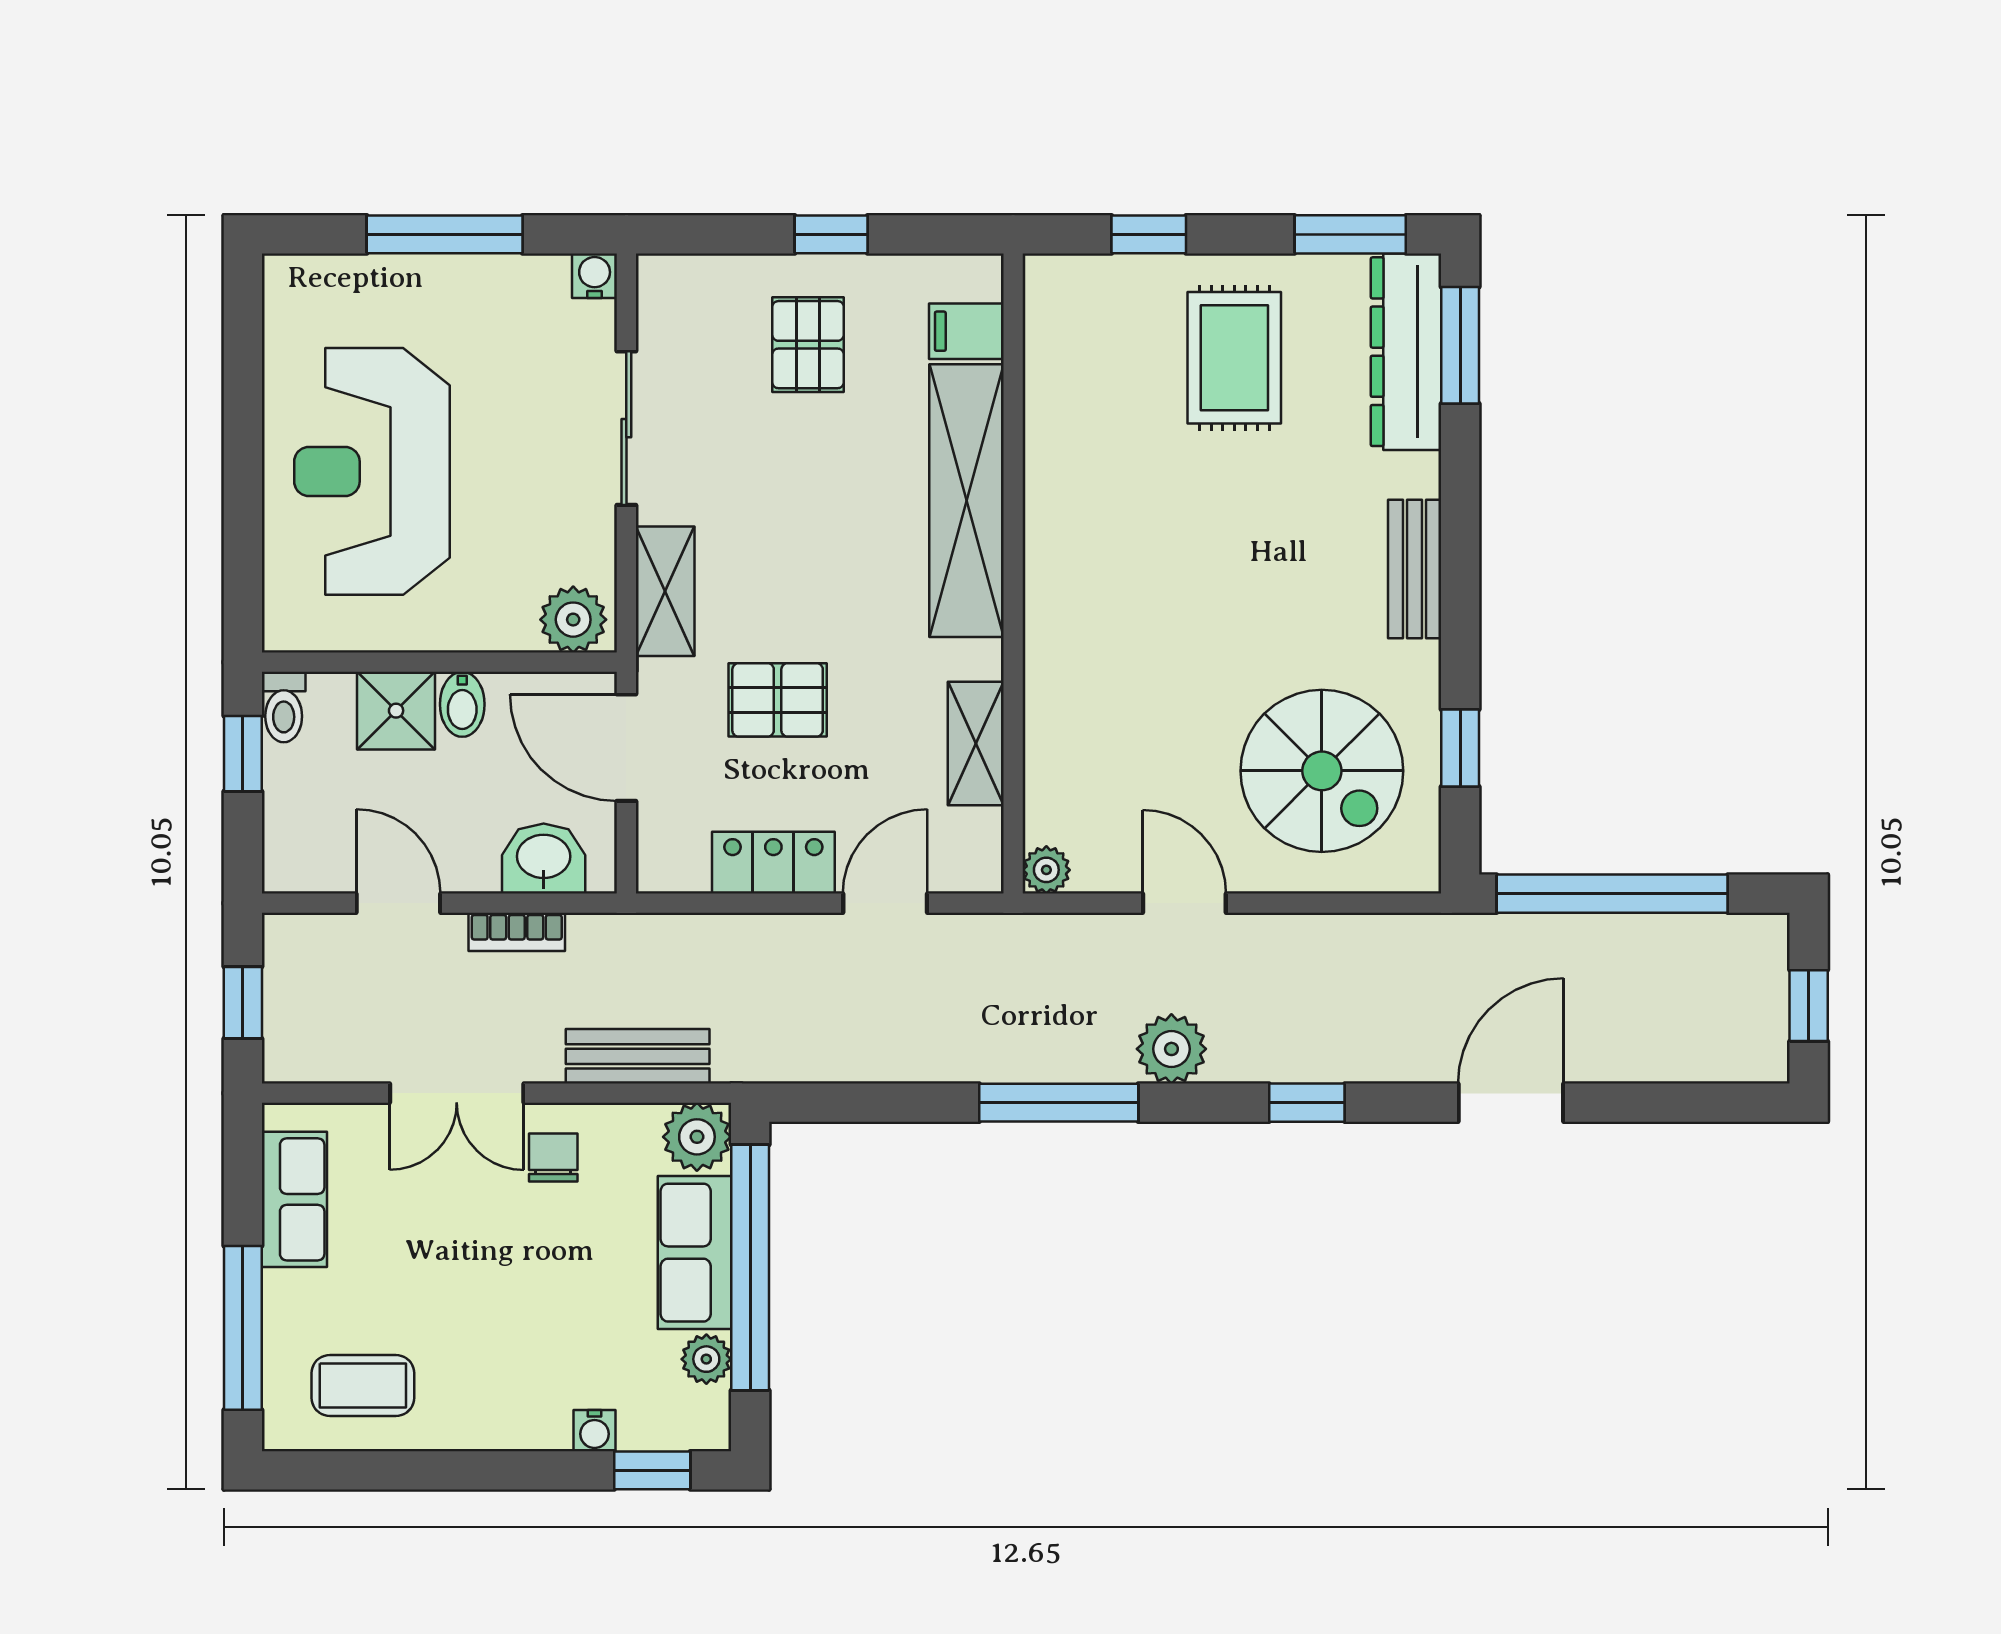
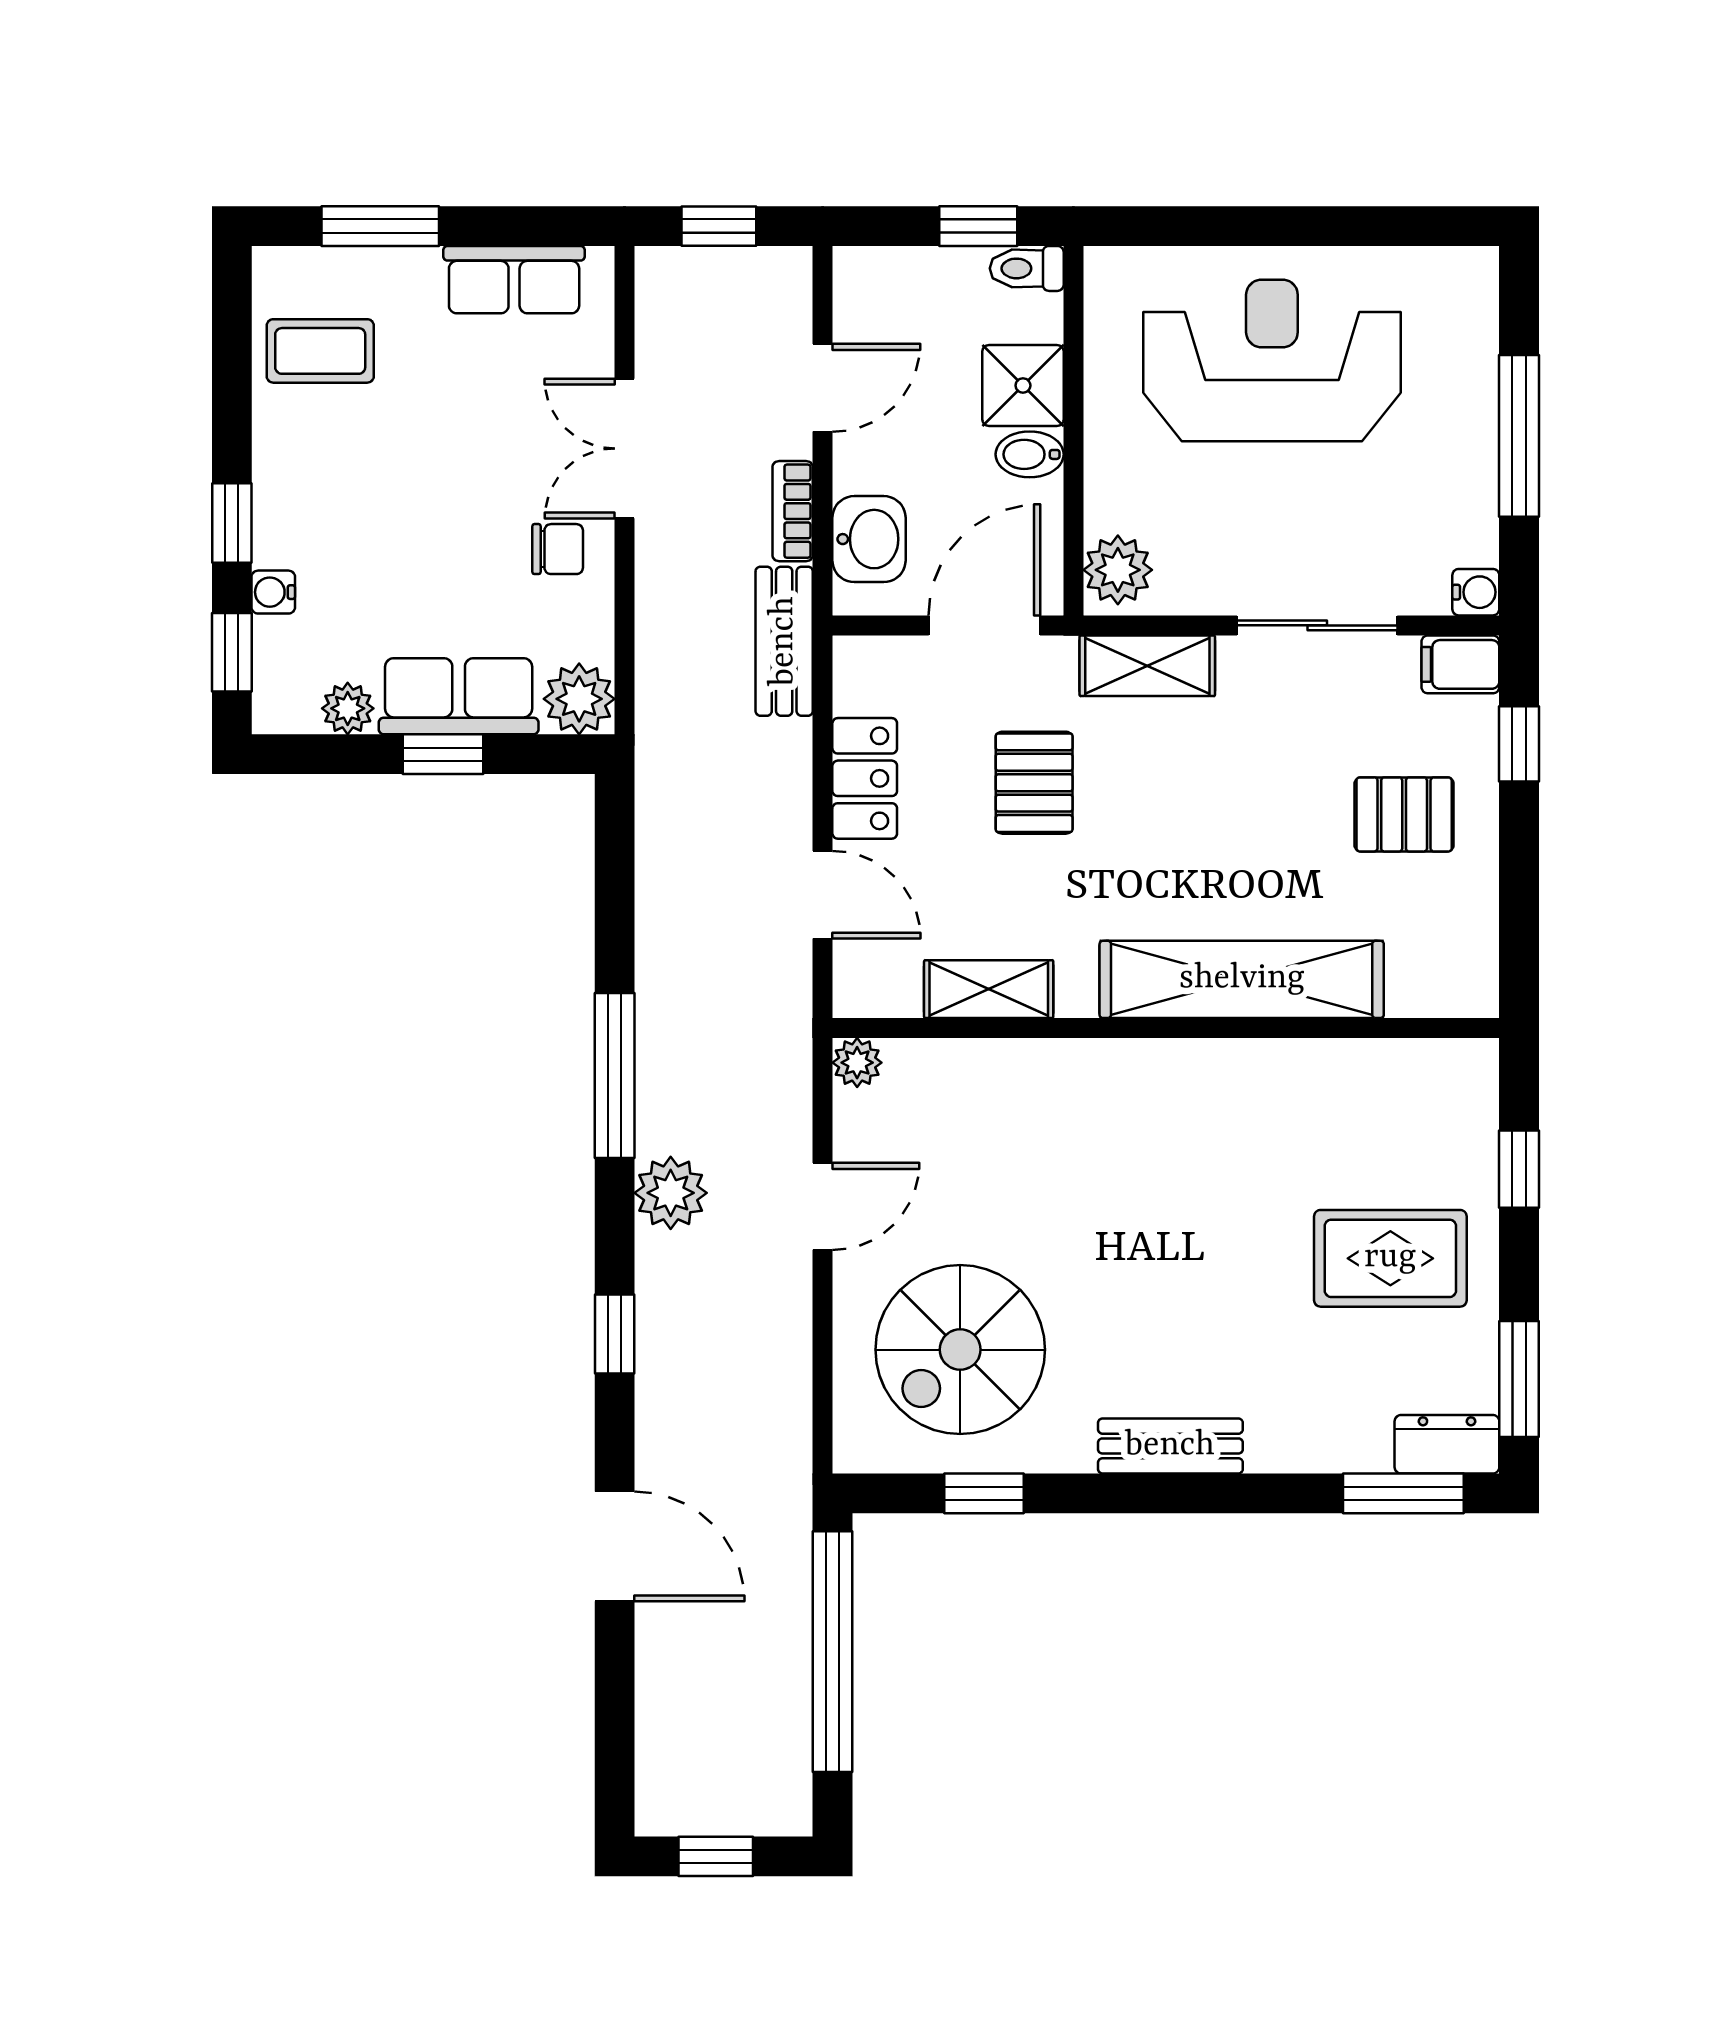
window: (831, 234) -> (1519, 744), moved
filing cabinet: (966, 331) -> (1460, 664), moved, turned -90
dresser: (1406, 352) -> (1447, 1444), width x0.51, depth x0.80
bench: (638, 1056) -> (784, 641), moved
window: (750, 1268) -> (443, 754), width x0.32
window: (243, 1328) -> (380, 226), width x0.69
coffee table: (363, 1385) -> (320, 351), turned 90
window: (528, 1470) -> (232, 523), added

